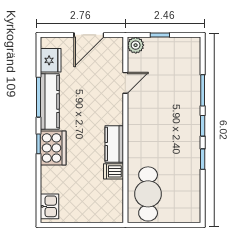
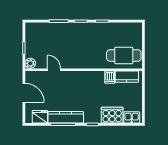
kitchen counter: (114, 144) -> (127, 77), moved
cooker: (53, 148) -> (112, 115), moved

